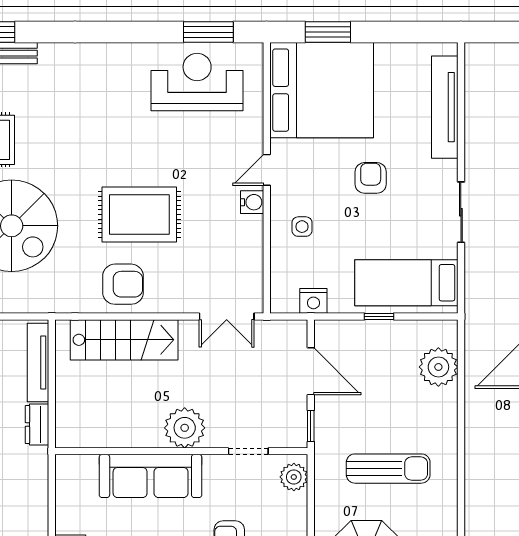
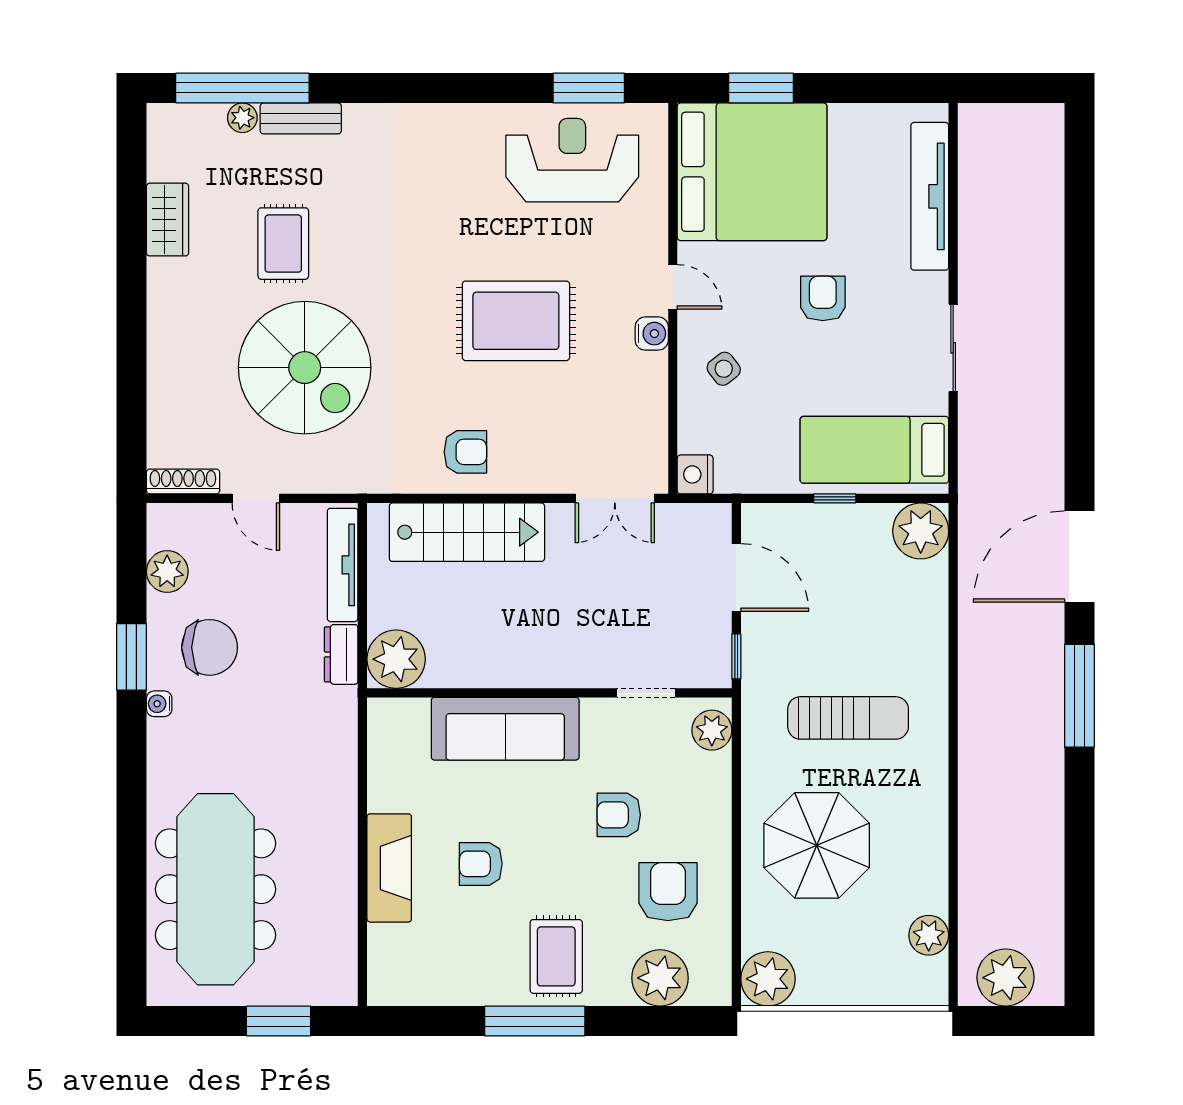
door: (267, 170) -> (673, 287), swing flipped
rug: (139, 214) -> (516, 321), moved
side table: (302, 227) -> (724, 369), turned -38
armchair: (123, 284) -> (465, 452), width x0.72, depth x0.72
nightstand: (313, 301) -> (695, 474), moved, turned 90
plant: (438, 367) -> (921, 531), moved
plant: (185, 428) -> (396, 659), moved

